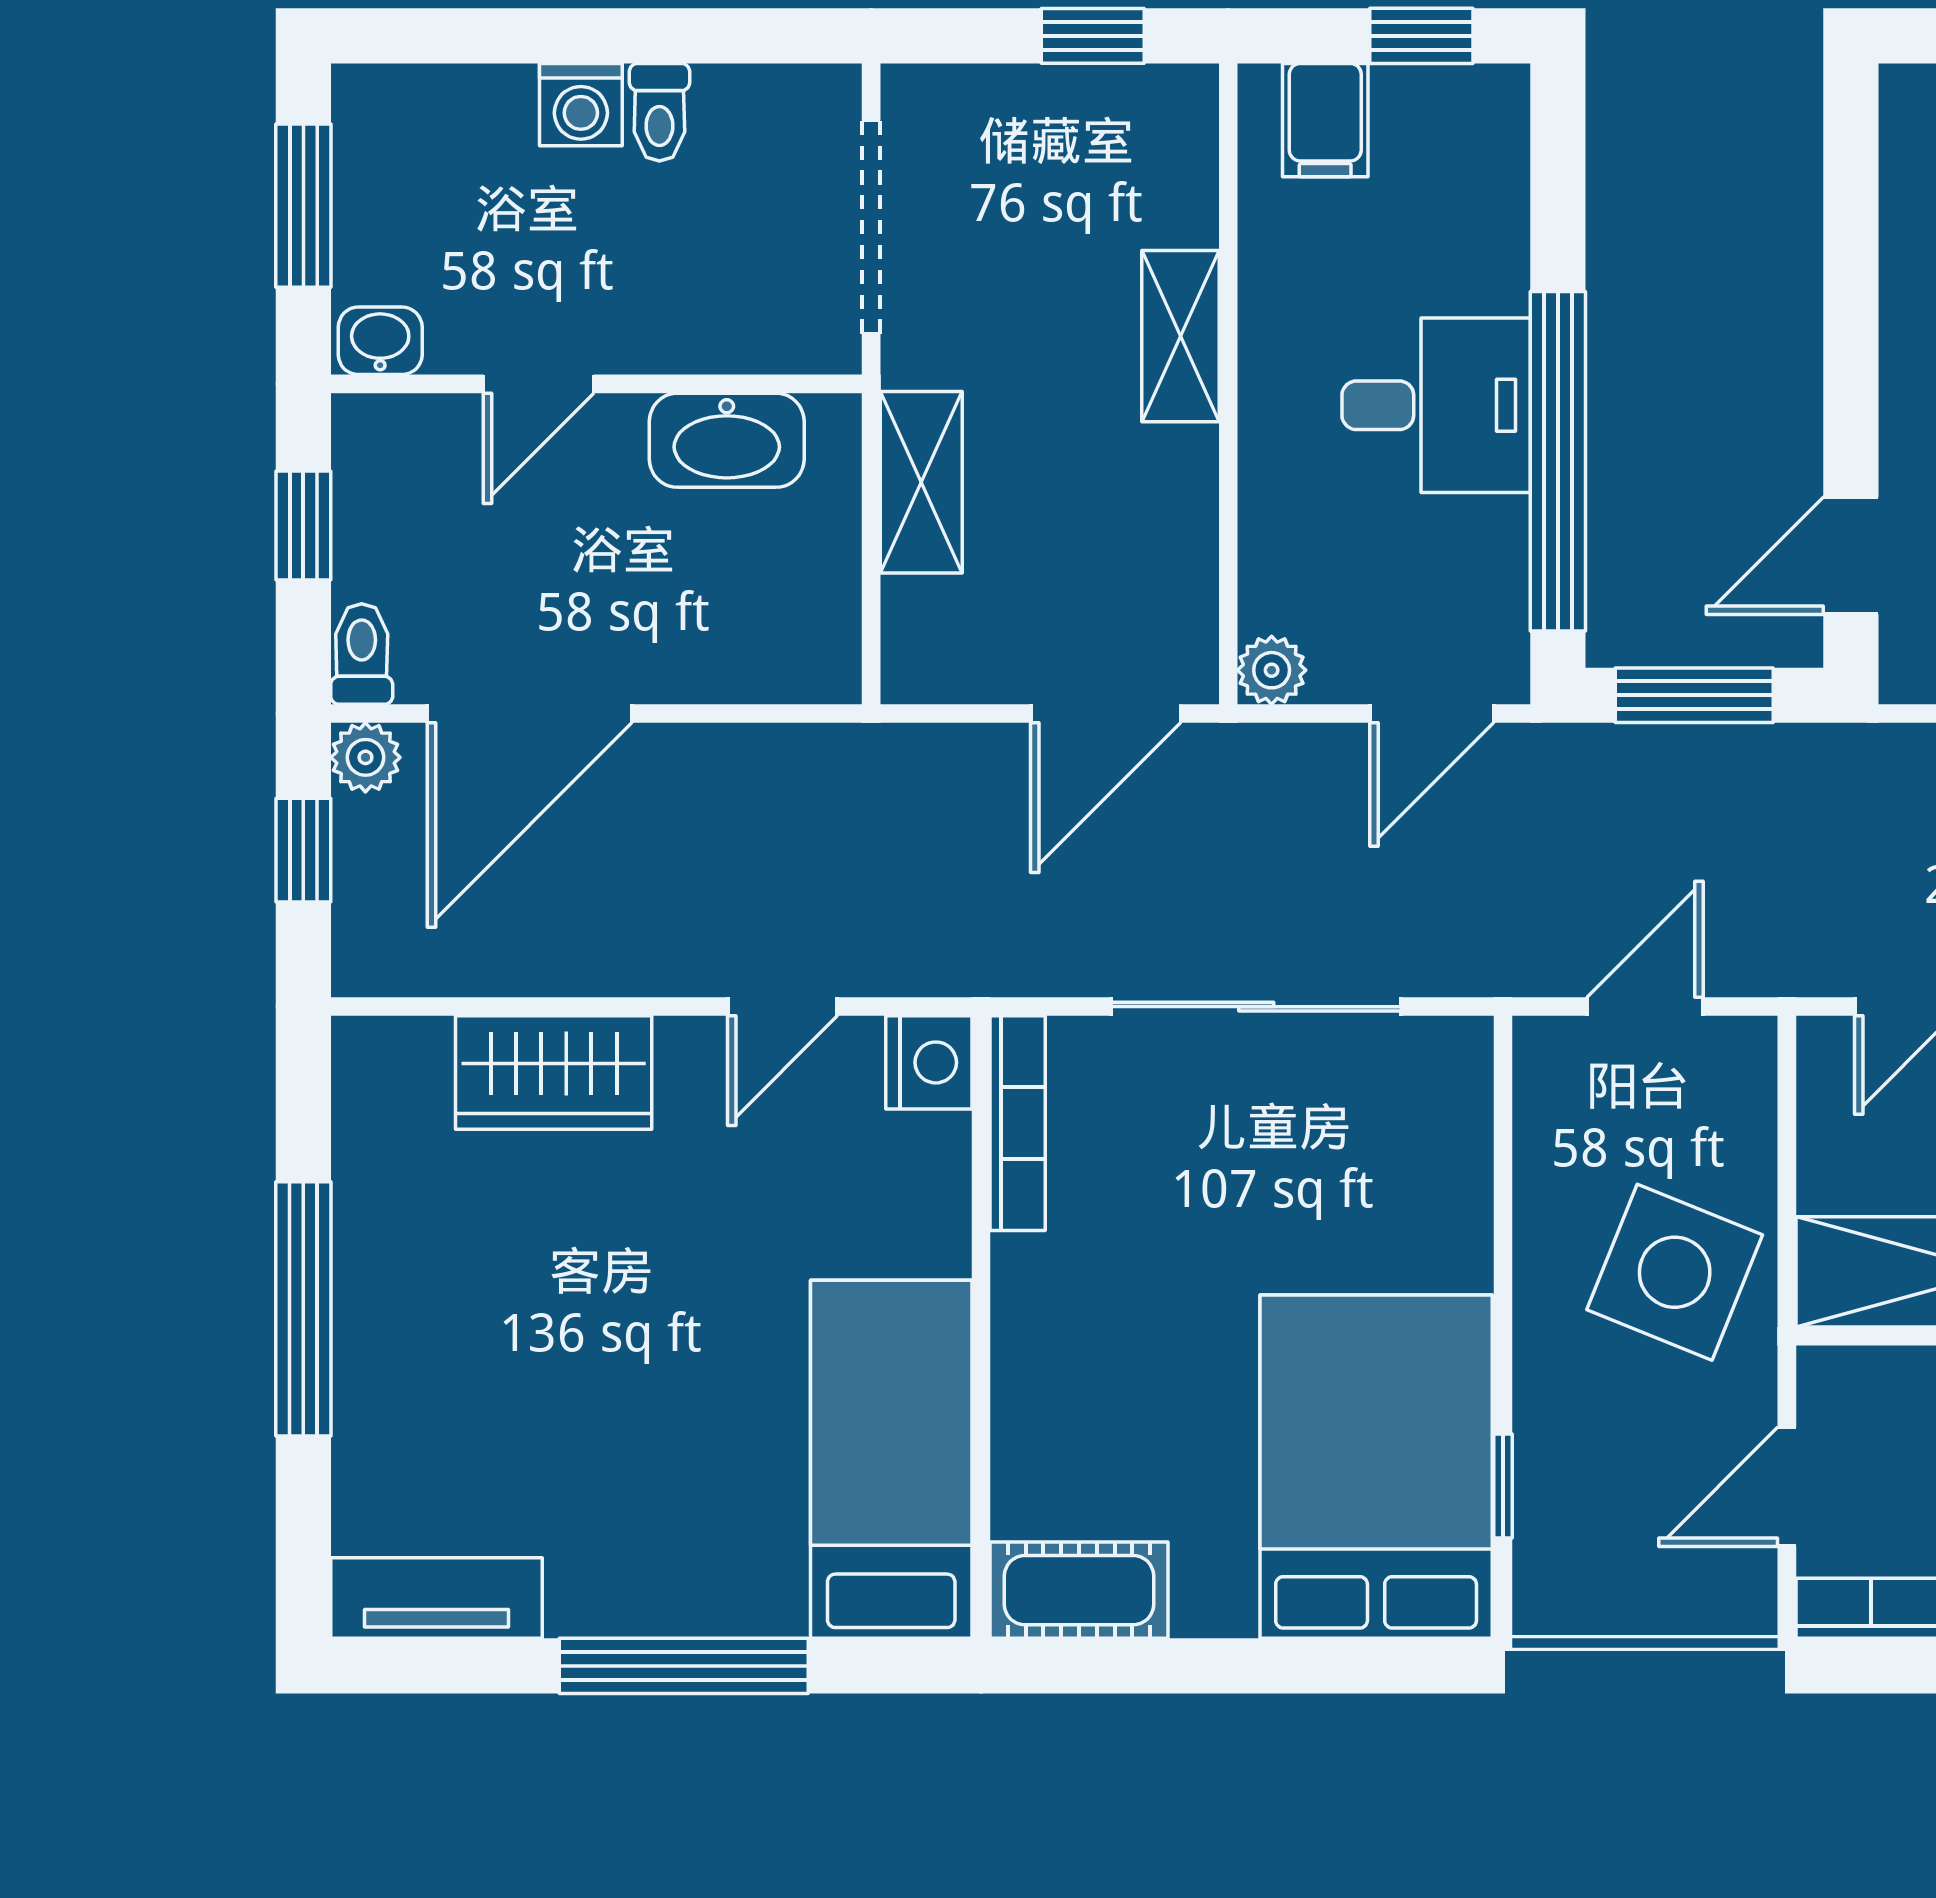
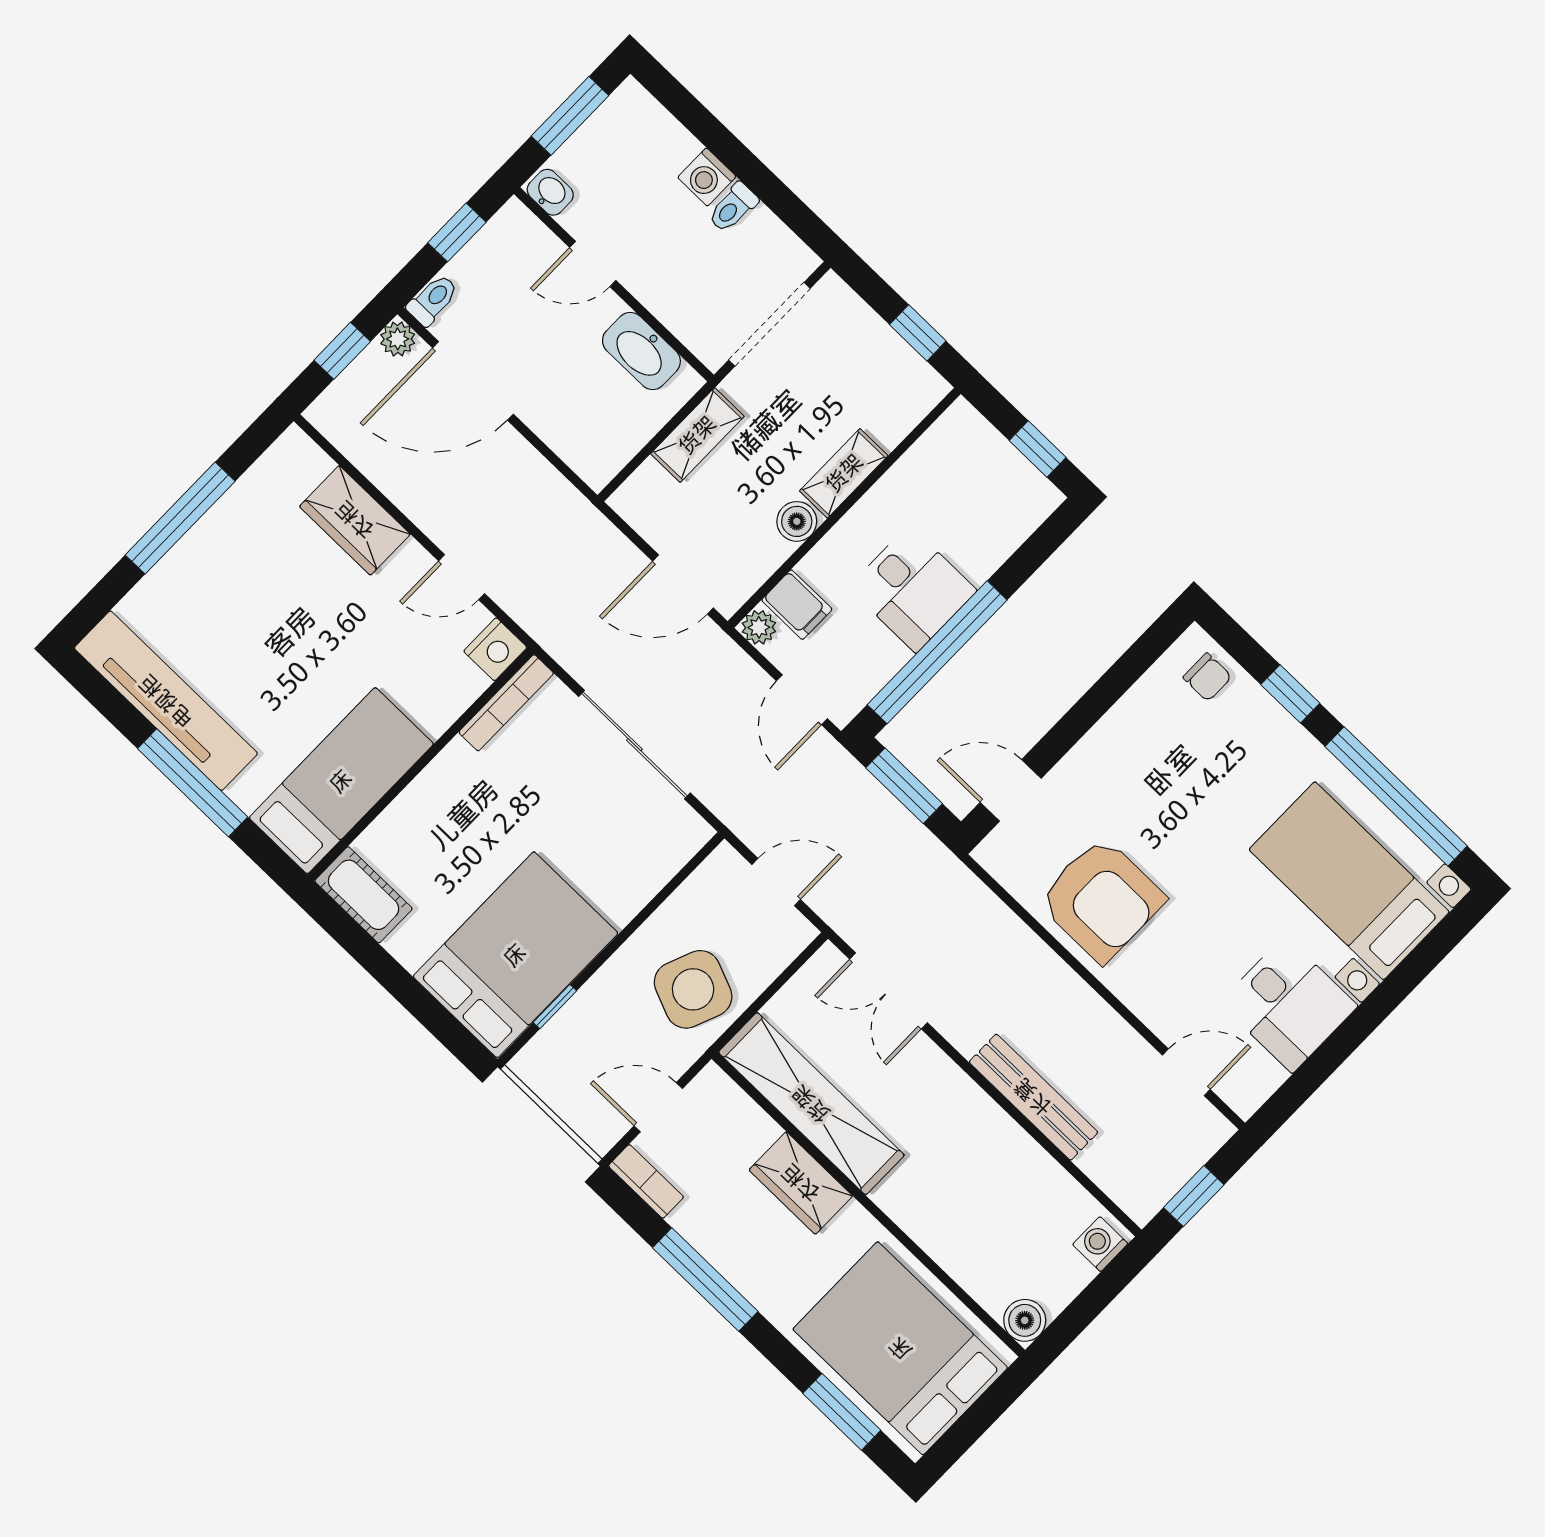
filing cabinet: (1325, 120) -> (797, 605), moved, turned -90
boiler: (1180, 468) -> (797, 521), added
door: (1432, 714) -> (802, 700), hinge flipped
tv unit: (437, 1598) -> (166, 701), width x1.92, depth x1.29

